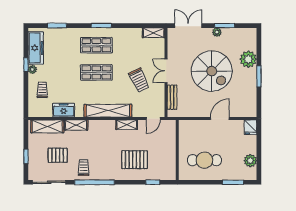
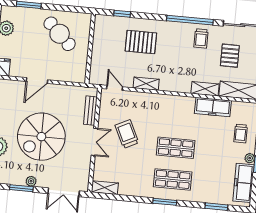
spiral stairs: (212, 71) -> (41, 137), turned -90
freezer: (64, 110) -> (213, 107), width x1.40
shelving: (108, 111) -> (166, 102), removed
door: (153, 118) -> (115, 88), hinge flipped
pallet: (58, 155) -> (230, 56), turned 90
cafe table: (204, 160) -> (60, 34), turned 44

